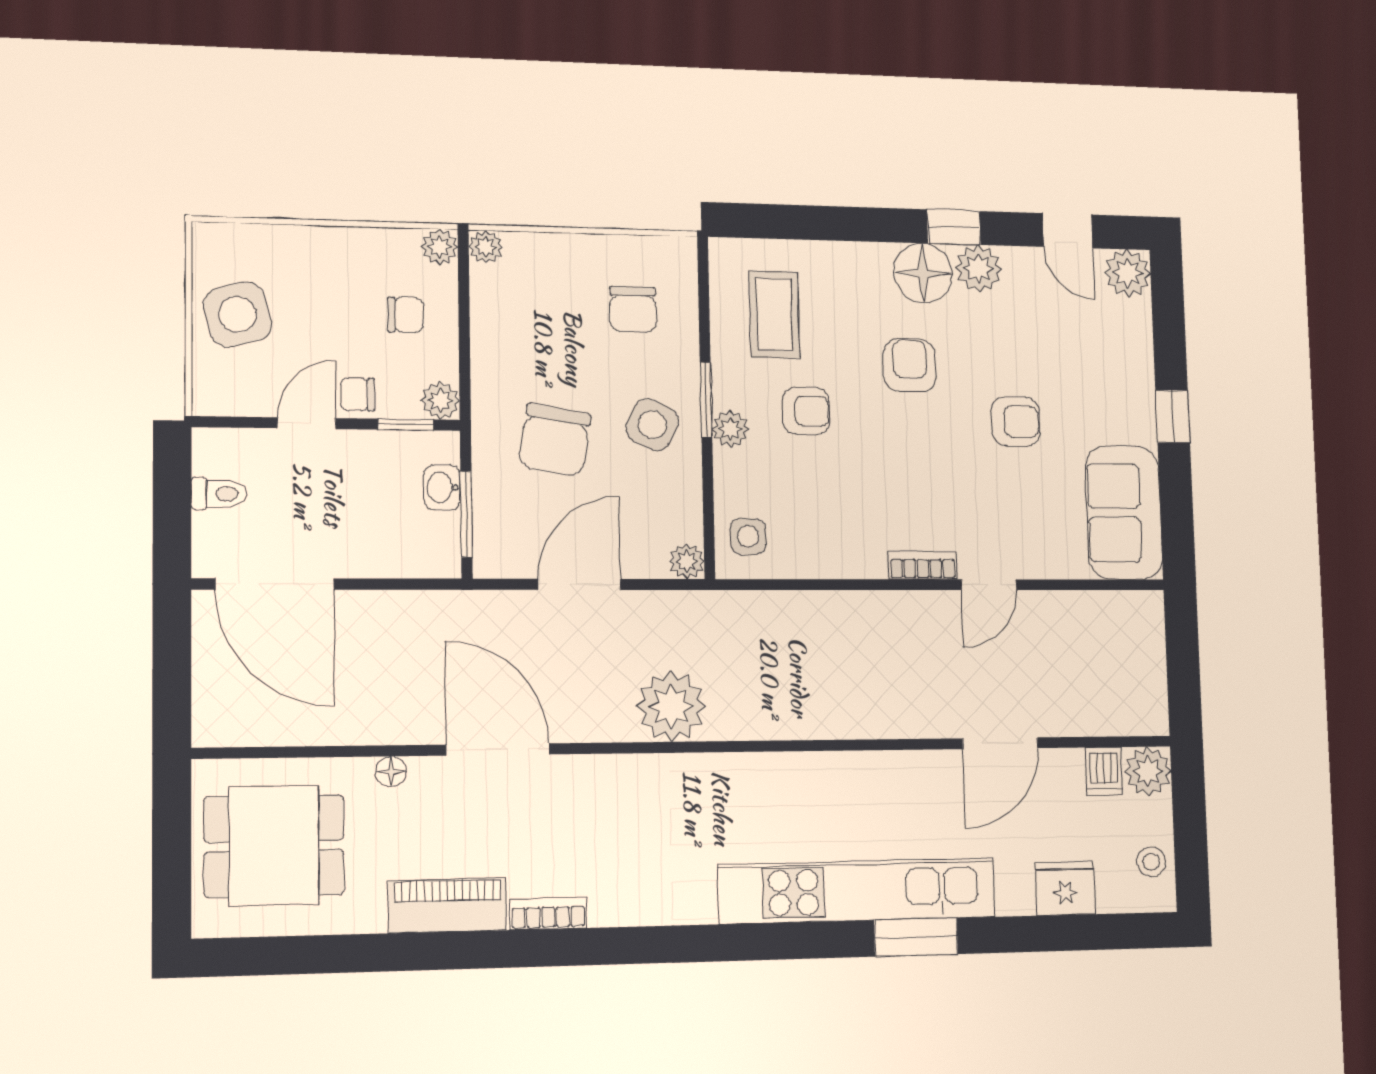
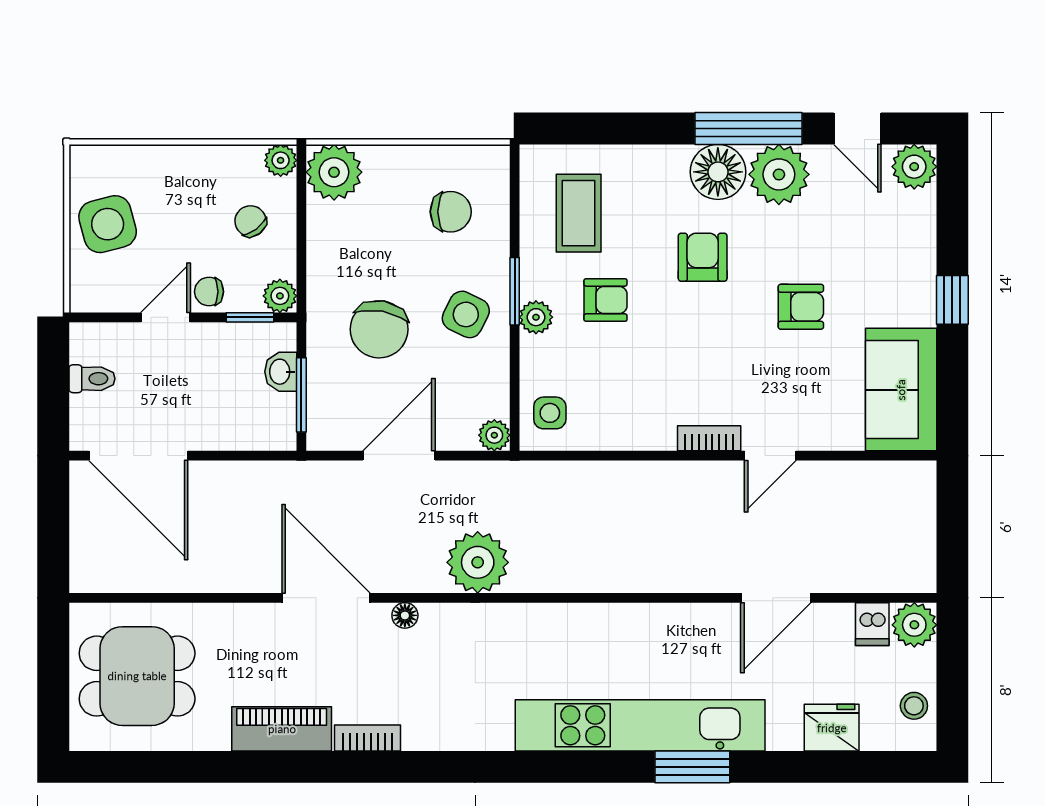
window: (954, 227) -> (749, 128), width x2.17
plant: (486, 247) -> (334, 172), width x1.87, depth x1.87
plant: (979, 269) -> (779, 174), width x1.36, depth x1.36
chair: (633, 309) -> (451, 212), turned -90
chair: (405, 315) -> (251, 221), turned -127
floor lamp: (391, 772) -> (405, 615), moved

